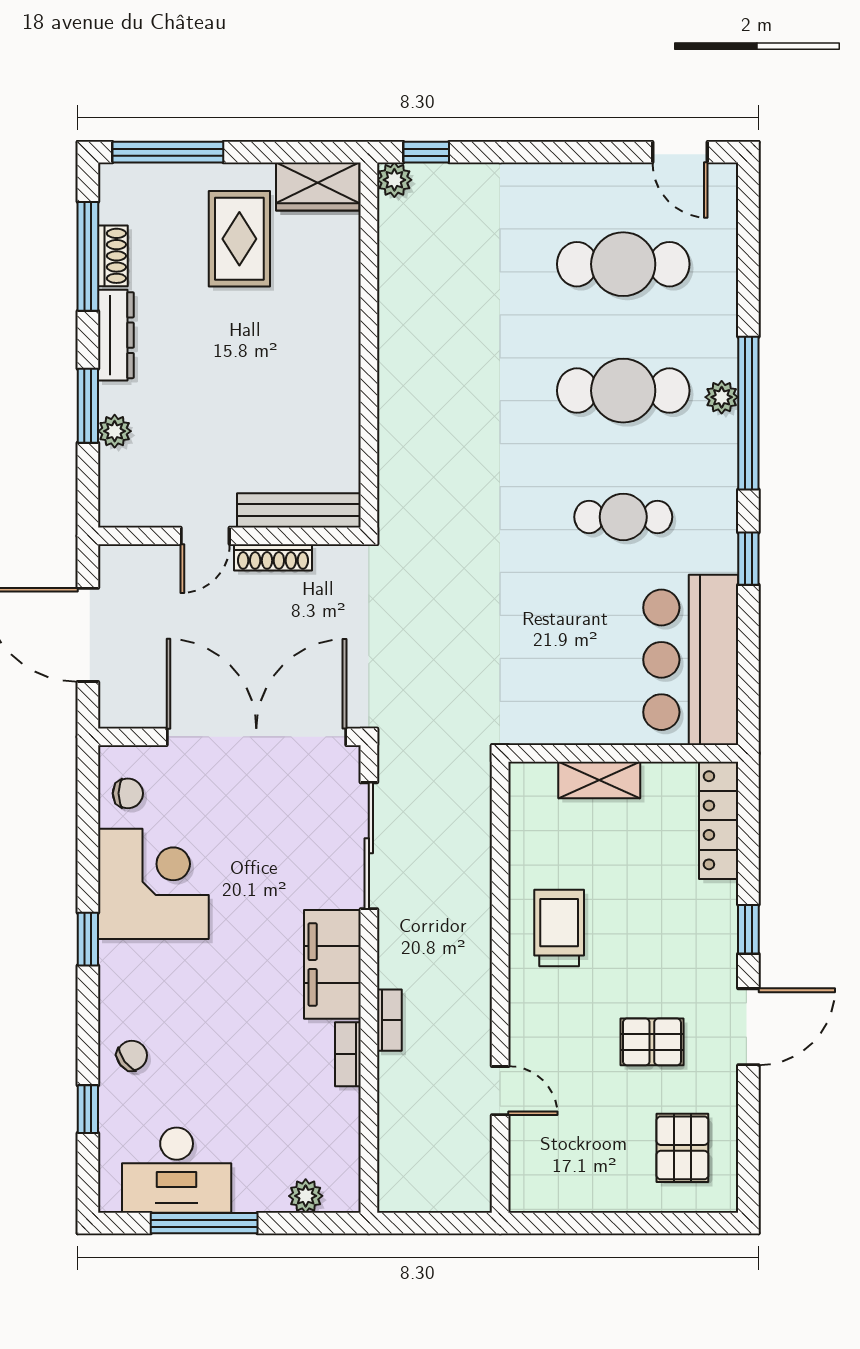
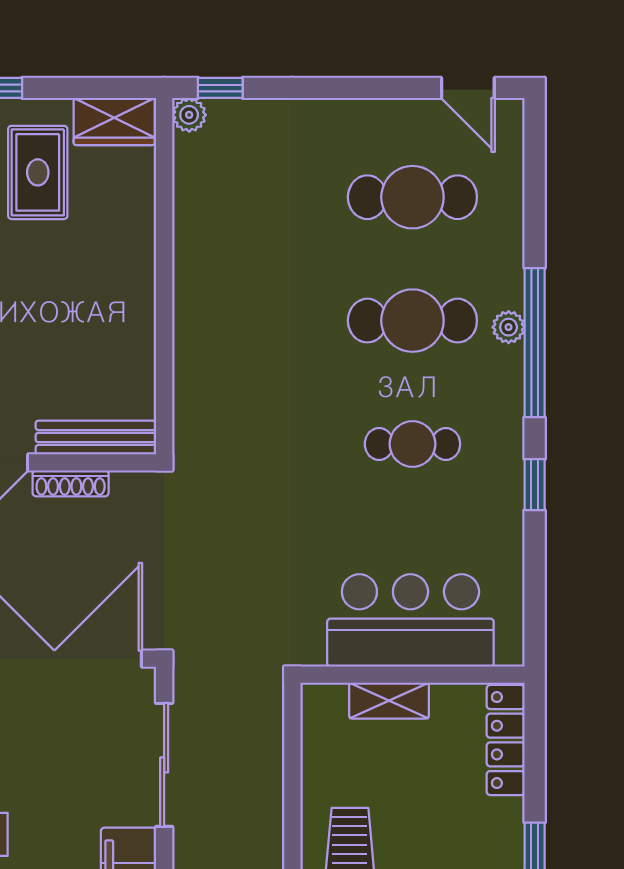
bar counter: (691, 660) -> (410, 620), moved, turned 90

